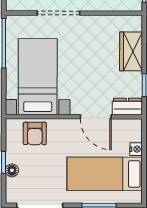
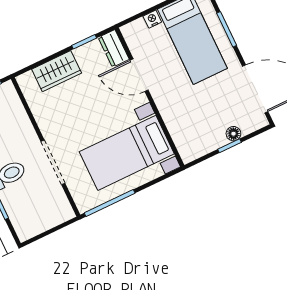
door: (96, 117) -> (139, 75), swing flipped
armchair: (35, 133) -> (185, 128), removed

